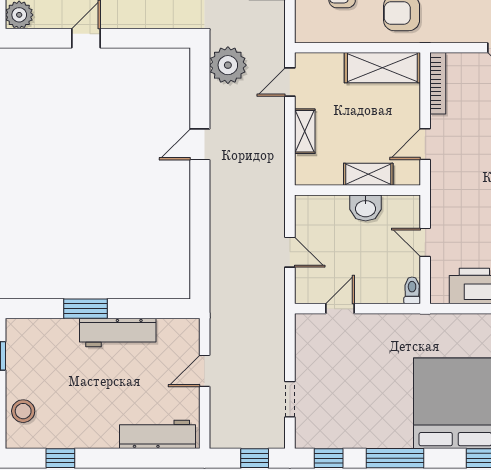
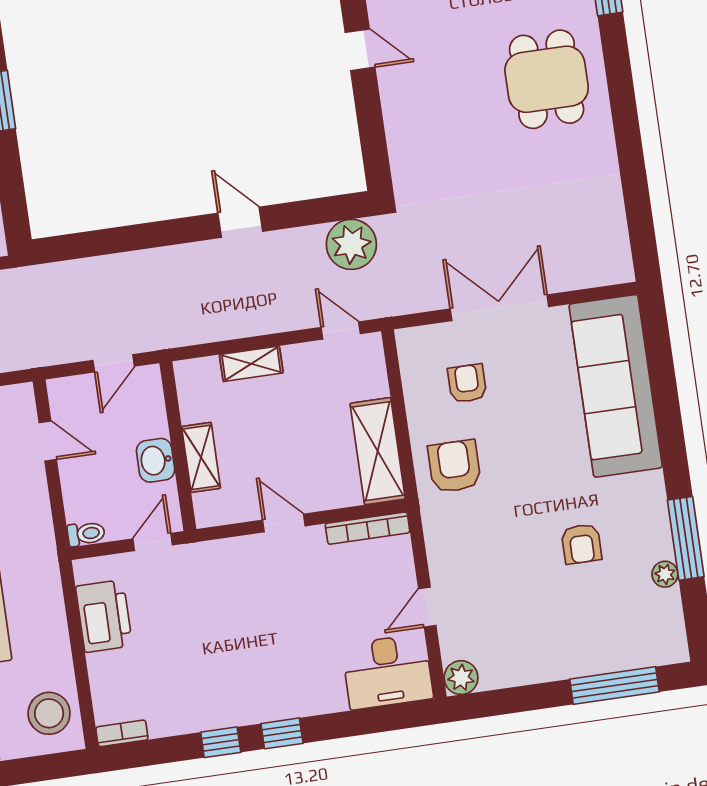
shelving: (305, 131) -> (251, 364), moved
shelving: (368, 174) -> (201, 457), moved
wall: (358, 190) -> (178, 446), moved
washbasin: (366, 208) -> (156, 460), moved

